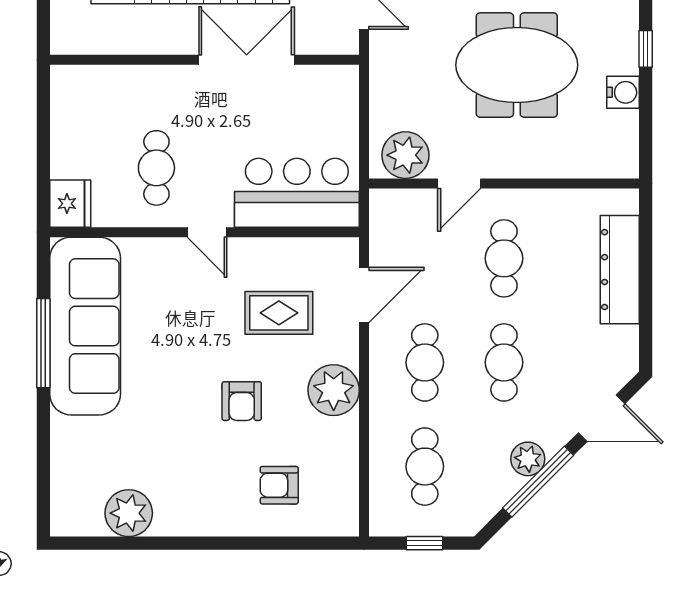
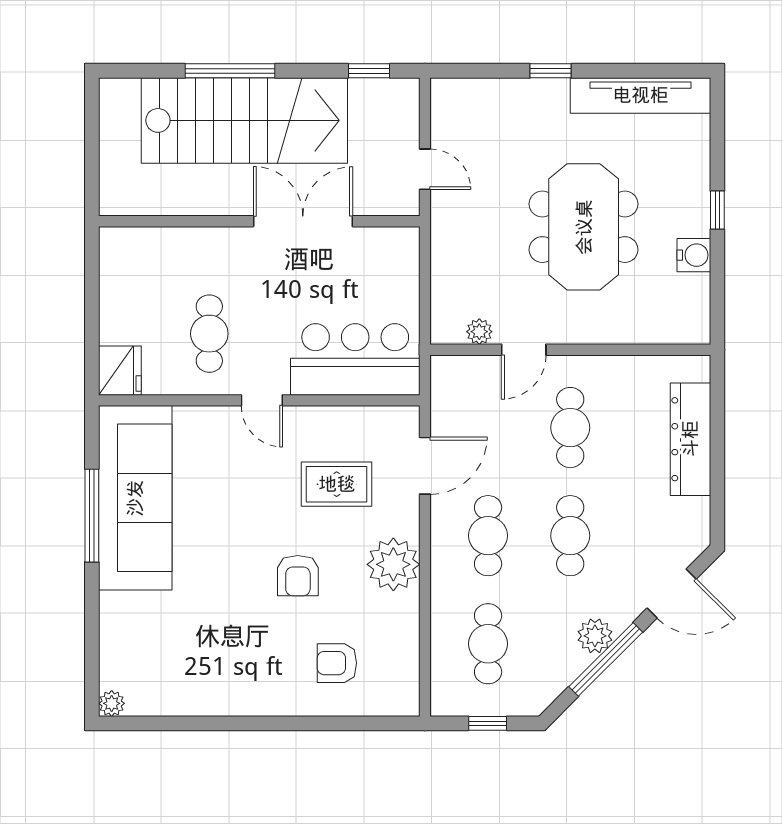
meeting table: (517, 65) -> (584, 227), turned 90
plant: (405, 155) -> (479, 332), width x0.53, depth x0.53
plant: (129, 513) -> (112, 703), moved, width x0.53, depth x0.53

